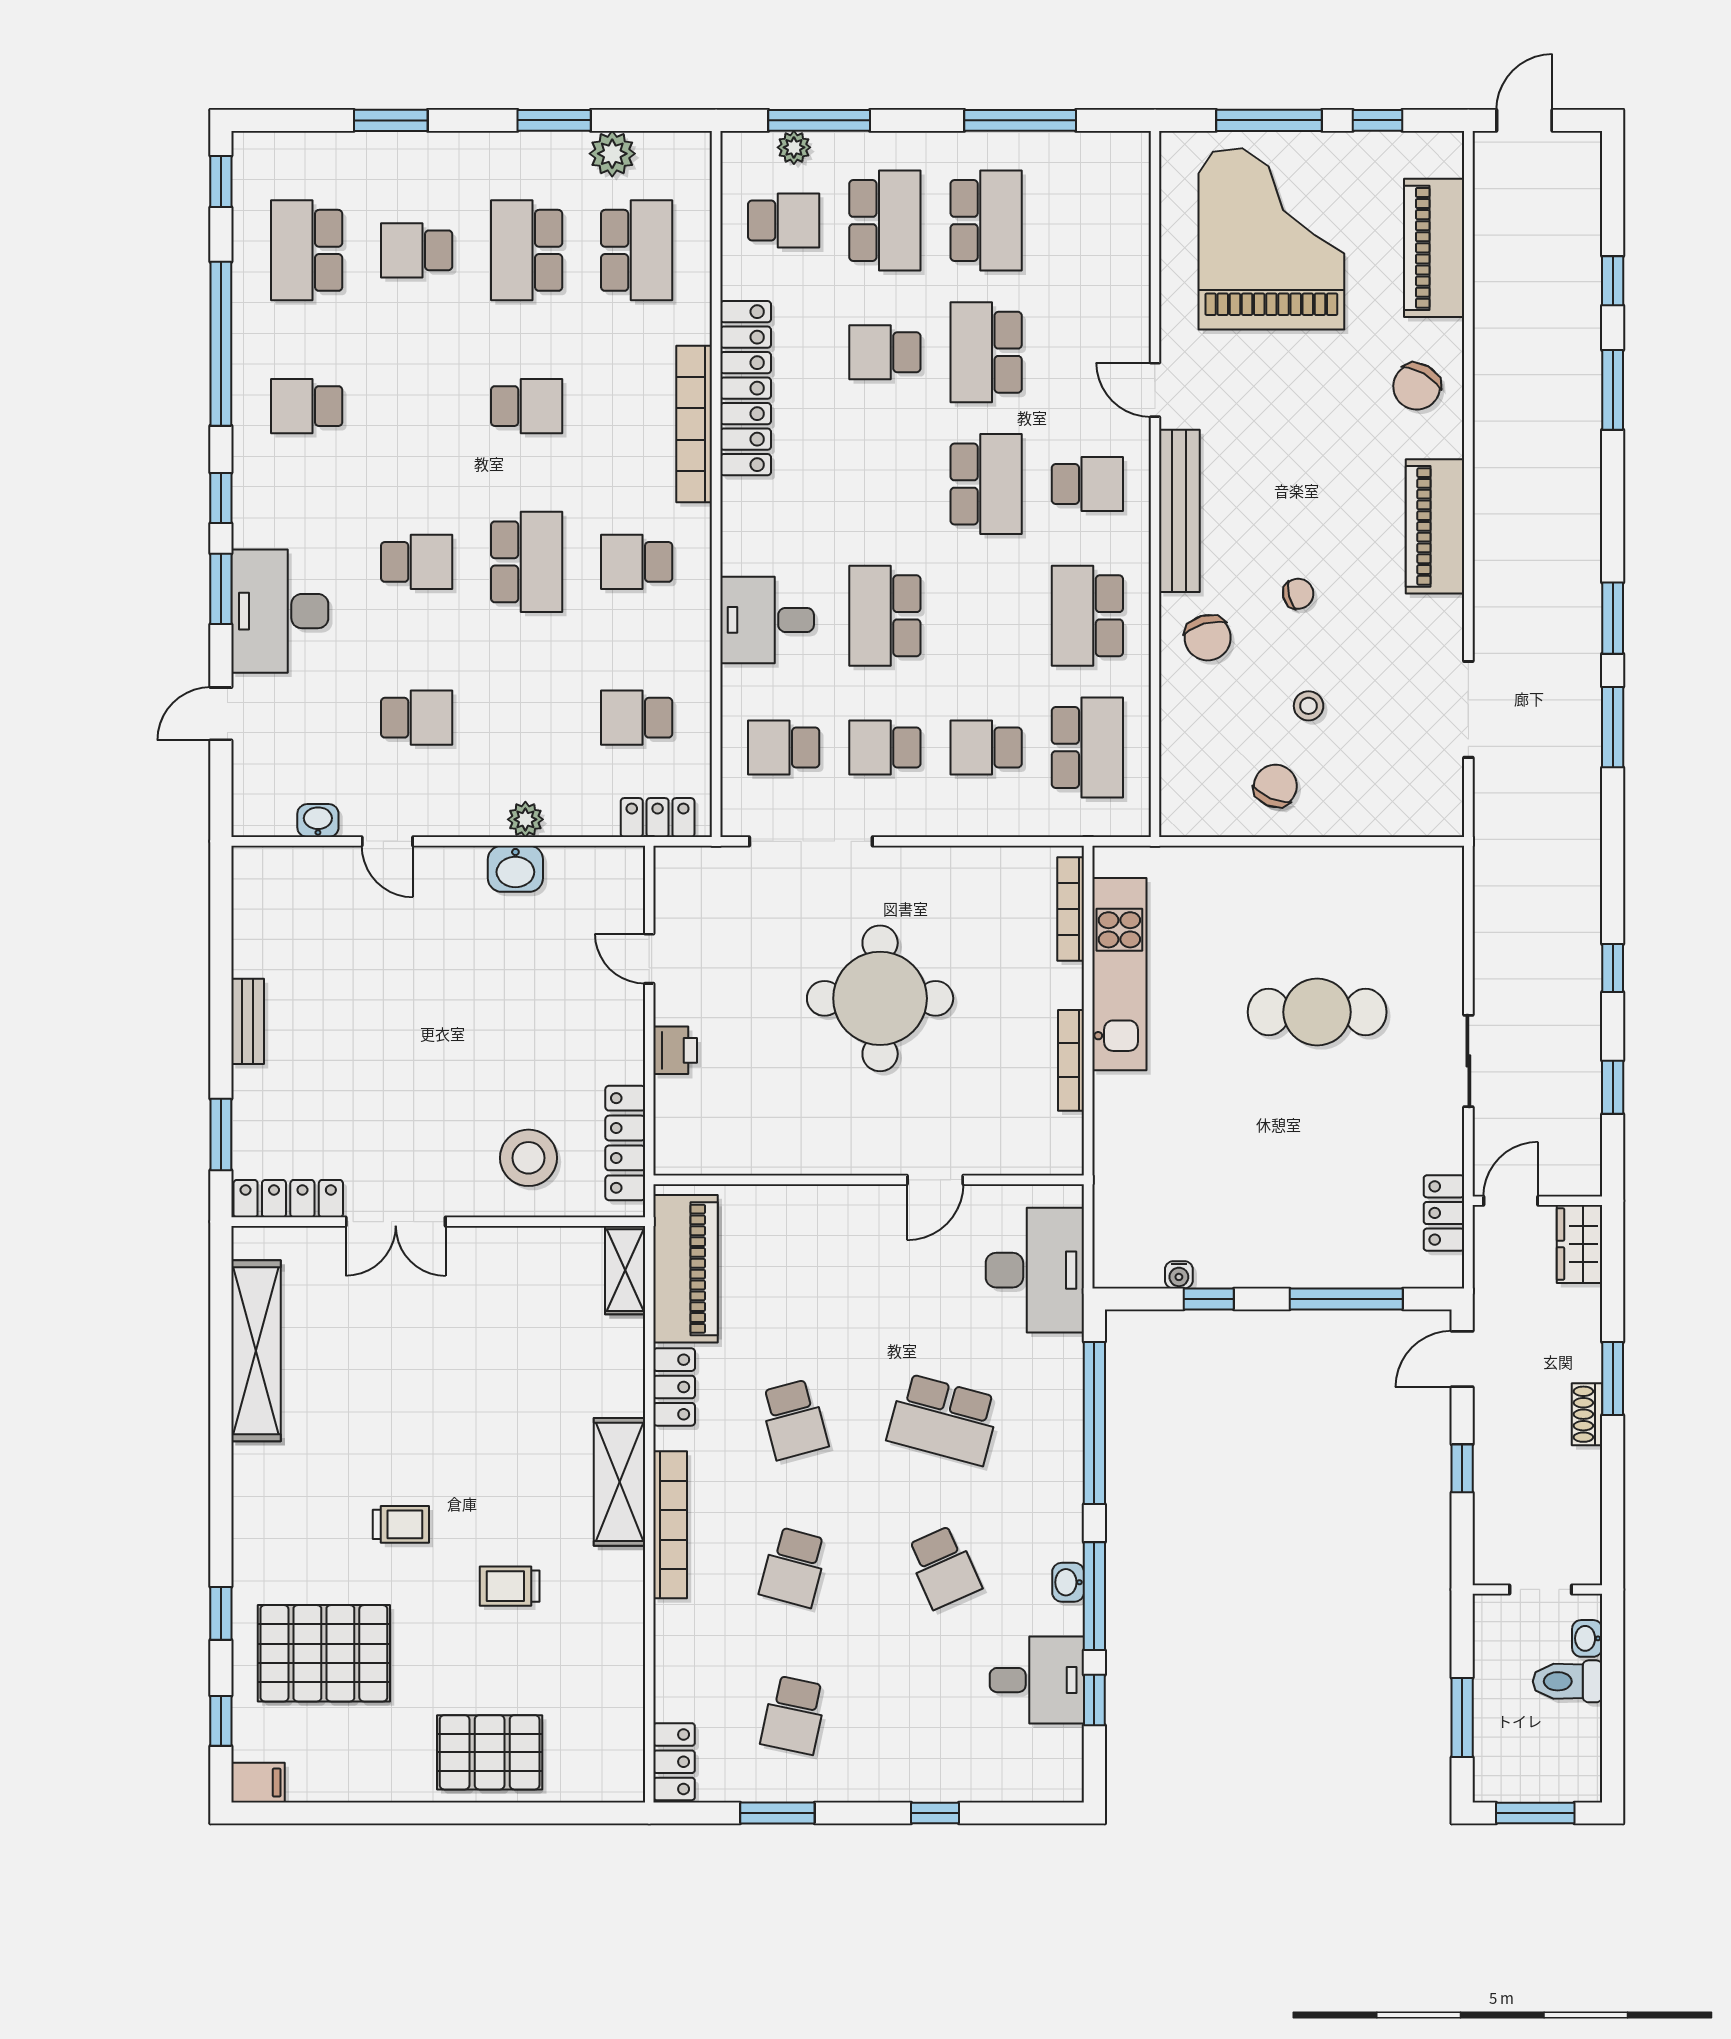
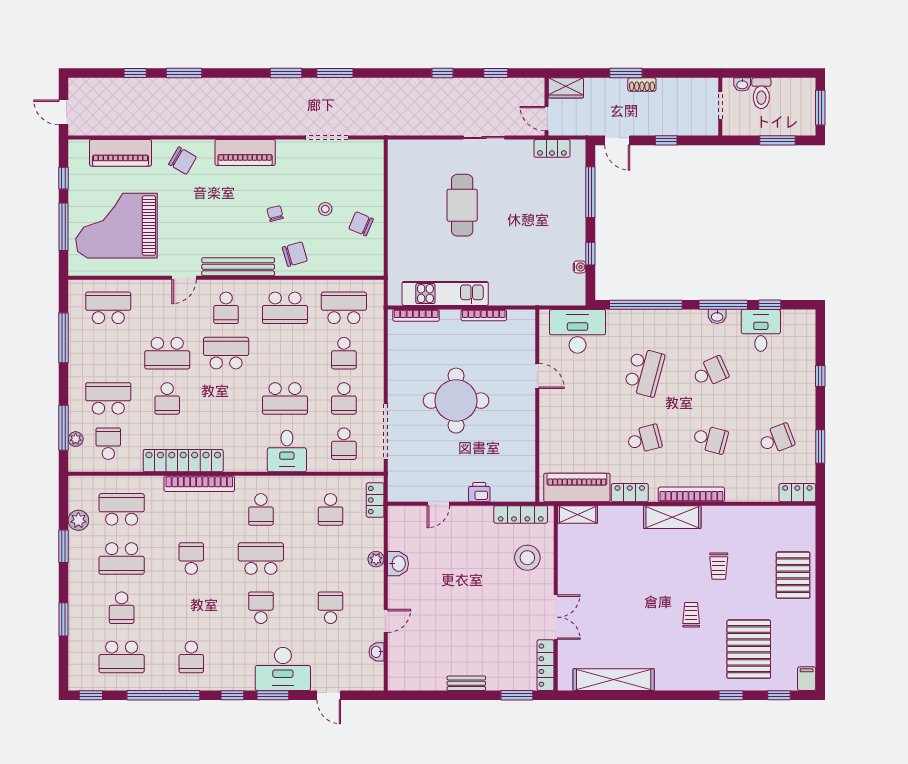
school desk: (986, 220) -> (108, 308), moved
school desk: (1087, 484) -> (226, 308), turned 180
school desk: (794, 1715) -> (776, 439), turned -33

